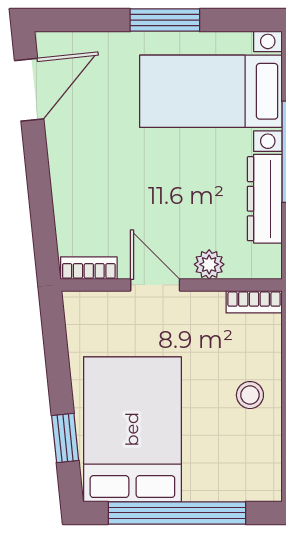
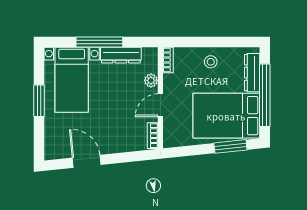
door: (29, 90) -> (87, 161), moved
window: (65, 438) -> (230, 146), width x1.50
dresser: (226, 485) -> (252, 73), added

